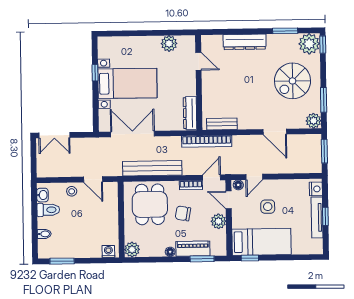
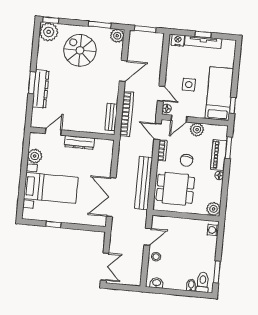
window: (285, 31) -> (32, 83), moved
spiral stairs: (292, 81) -> (80, 50), turned 180
bed with nightstands: (127, 83) -> (51, 188), moved, turned 90
dresser: (190, 113) -> (79, 142), moved
bookcase: (207, 141) -> (127, 114), moved
toilet: (48, 210) -> (203, 282), moved

